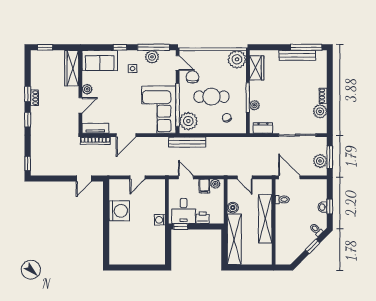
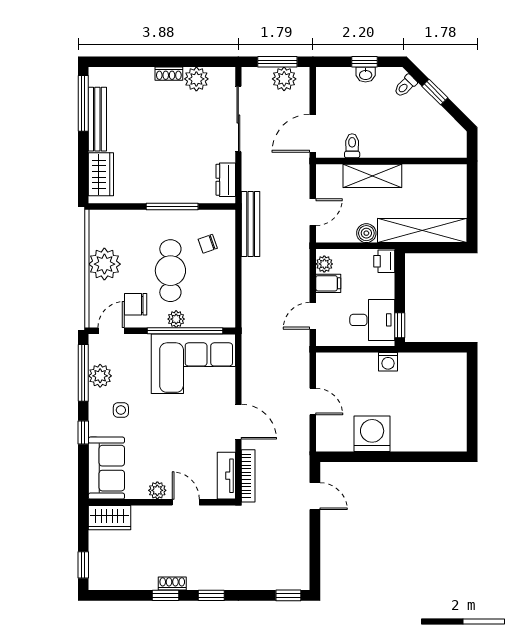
plant: (237, 59) -> (104, 264), moved
wardrobe: (72, 68) -> (109, 518), width x0.67
wardrobe: (257, 68) -> (101, 174), moved, turned 90
plant: (254, 105) -> (186, 195), removed
plant: (188, 121) -> (176, 319), moved, width x0.53, depth x0.53
bench: (187, 142) -> (251, 224), moved
printer: (203, 218) -> (384, 261), moved
shelving: (265, 219) -> (372, 176), width x0.68

